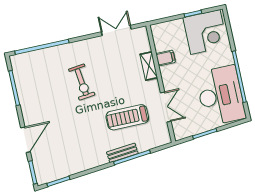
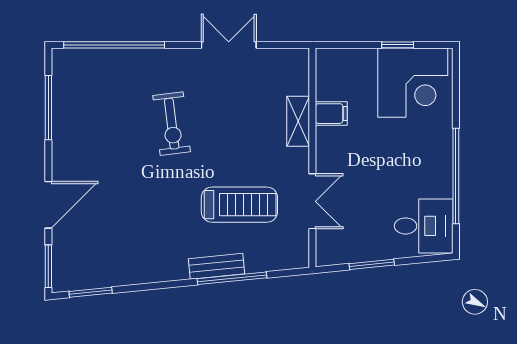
double door: (116, 30) -> (229, 45), moved
desk: (220, 96) -> (424, 226), width x0.53, depth x0.77
treadmill: (127, 117) -> (239, 205), turned 180

